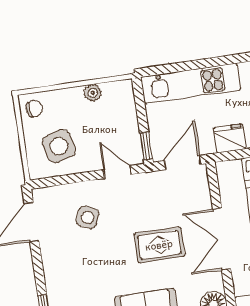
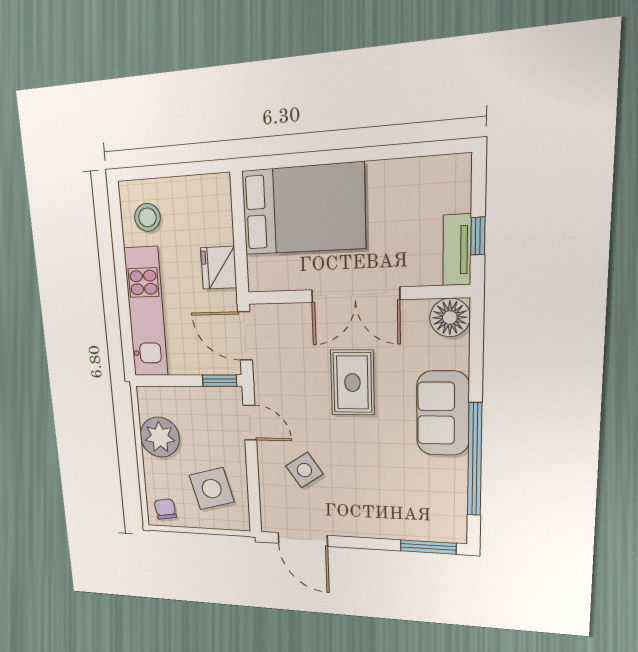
plant: (93, 93) -> (160, 437), width x1.88, depth x1.88
door: (117, 172) -> (250, 423), swing flipped
side table: (88, 217) -> (304, 470), turned 34

